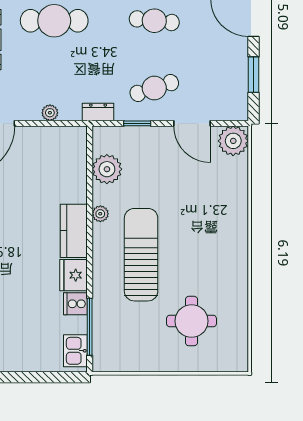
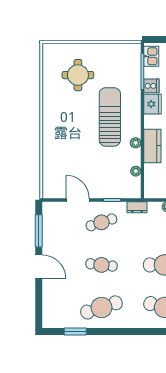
window: (253, 75) -> (39, 231), width x1.44
plant: (233, 141) -> (52, 189), removed
plant: (107, 169) -> (136, 171), width x0.53, depth x0.53
kitchen counter: (74, 231) -> (152, 146), moved
sun lounger: (141, 255) -> (110, 117), turned 180

